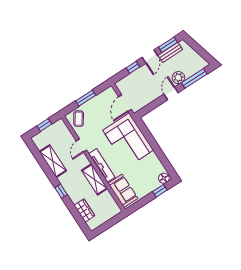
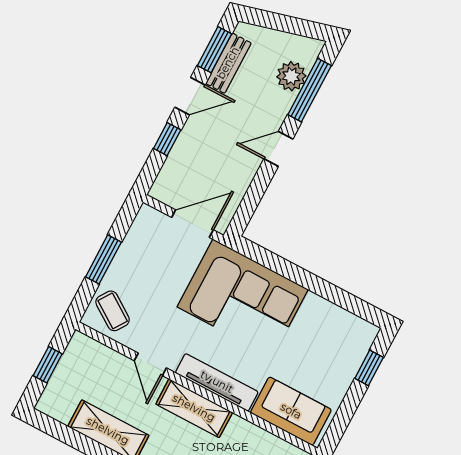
door: (150, 56) -> (190, 96), hinge flipped
plant: (178, 78) -> (291, 76), moved
door: (171, 93) -> (278, 149), hinge flipped
door: (125, 103) -> (192, 224), swing flipped
floor lamp: (164, 178) -> (363, 337), removed
shelving: (95, 179) -> (194, 408), moved

